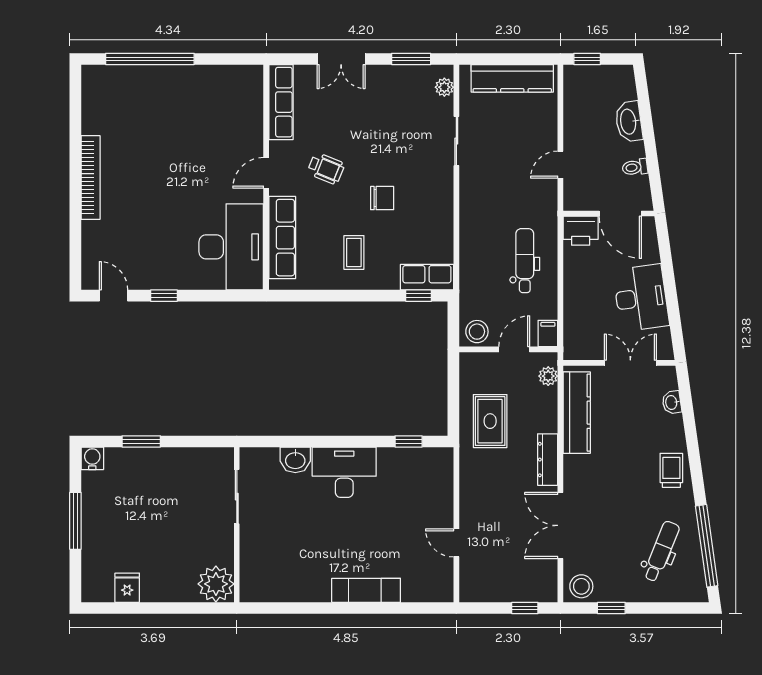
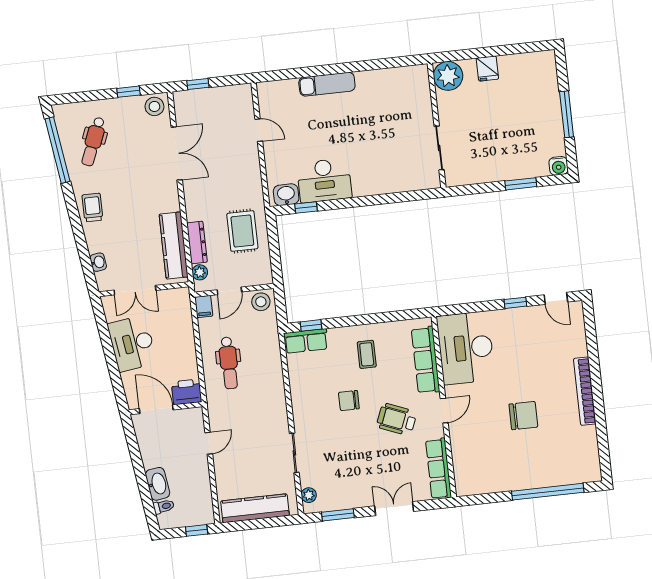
chair: (170, 156) -> (523, 416), added
toilet: (635, 167) -> (164, 506), moved
wheelchair: (326, 168) -> (397, 419), width x1.36, depth x1.37
washbasin: (295, 460) -> (286, 195), moved
dresser: (548, 460) -> (197, 243), moved
trolley: (671, 470) -> (92, 208), turned 180
desk: (344, 472) -> (324, 180), moved
fridge: (127, 588) -> (487, 69), moved

